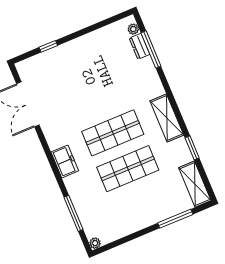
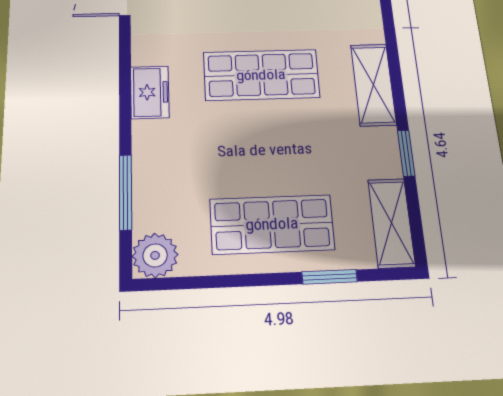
shop shelf: (128, 169) -> (272, 224), moved
window: (175, 219) -> (330, 277), width x0.69
plant: (95, 243) -> (155, 255), width x1.88, depth x1.88

